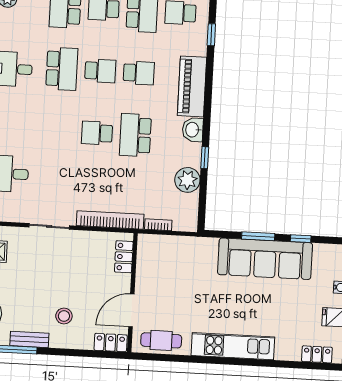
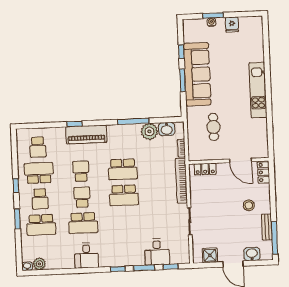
window: (211, 35) -> (74, 124), moved
school desk: (62, 69) -> (83, 223), turned 180
washbasin: (193, 130) -> (167, 129), moved
school desk: (97, 133) -> (124, 195), width x1.85
window: (205, 158) -> (133, 121), width x2.17
cafe table: (161, 340) -> (214, 127), moved
locker: (317, 354) -> (258, 33), removed

